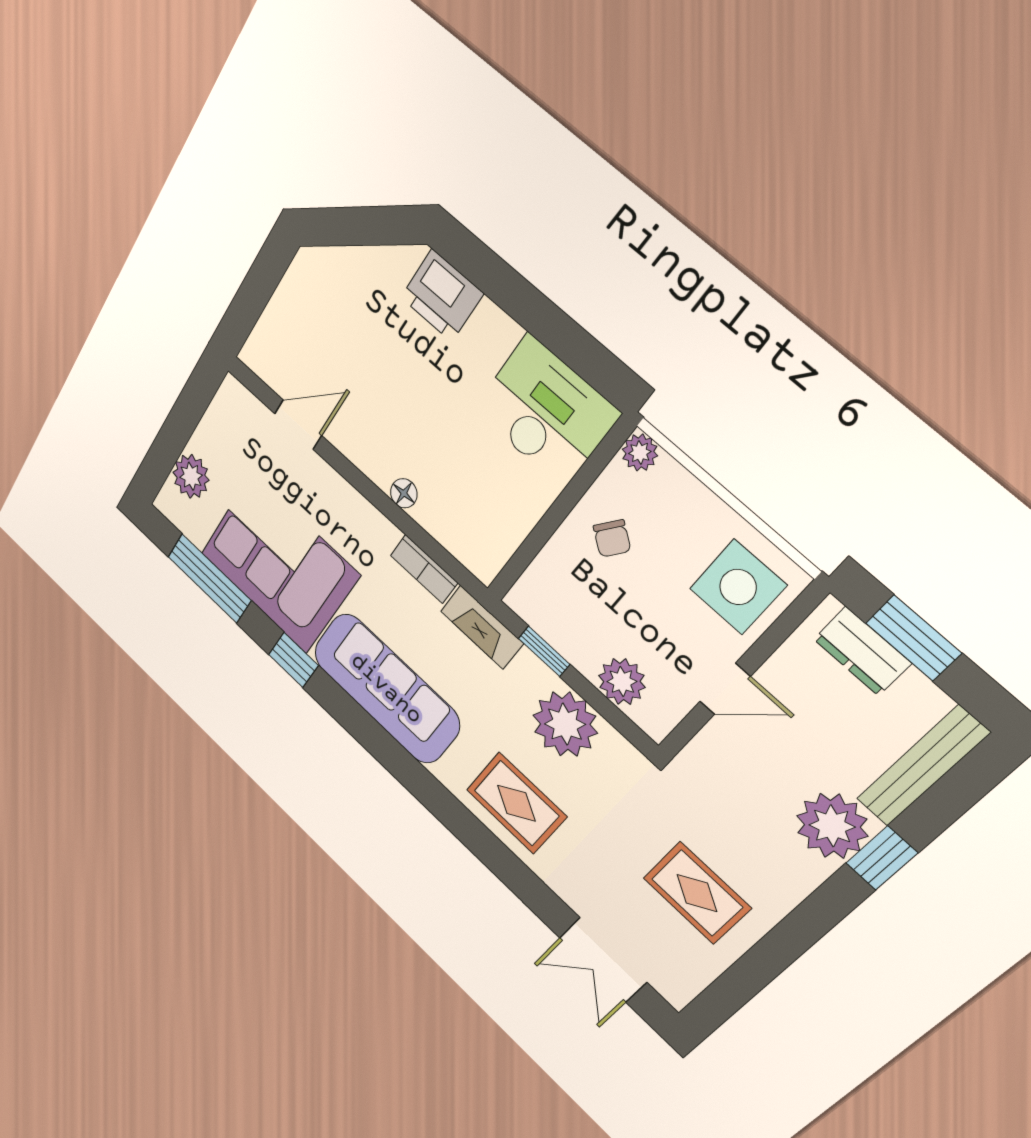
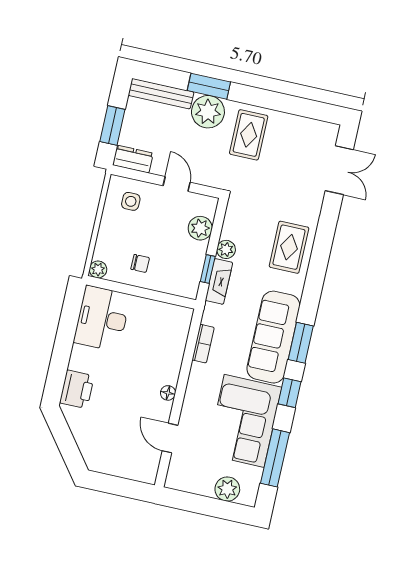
floor lamp: (404, 493) -> (168, 393), moved
chair: (612, 538) -> (140, 263), turned 53
side table: (738, 587) -> (131, 201), width x0.54, depth x0.54
fireplace: (482, 627) -> (219, 281), moved
dresser: (862, 651) -> (133, 159), moved, turned -90
window: (360, 724) -> (301, 343), added
plant: (565, 724) -> (226, 249), width x0.53, depth x0.53
window: (882, 858) -> (209, 86), width x1.50
rug: (697, 893) -> (249, 135), moved

